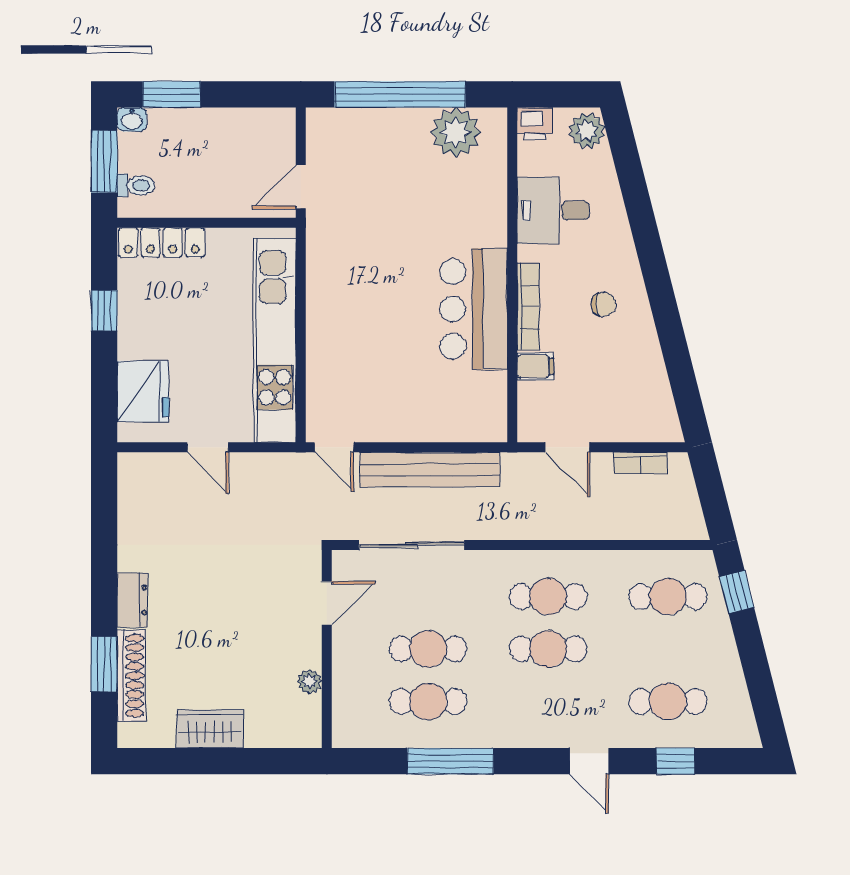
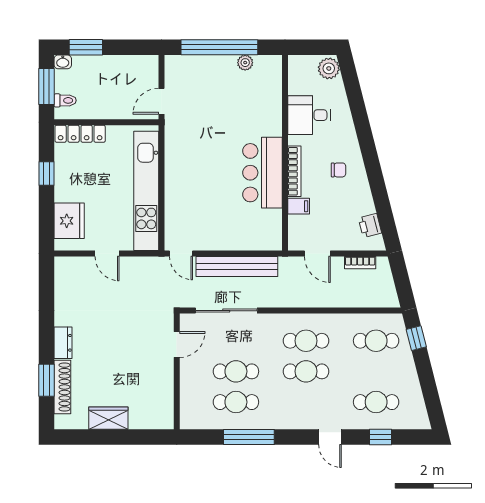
printer: (535, 124) -> (370, 225), moved, turned 76
plant: (456, 132) -> (245, 63), width x0.53, depth x0.53
plant: (310, 681) -> (167, 390), removed

